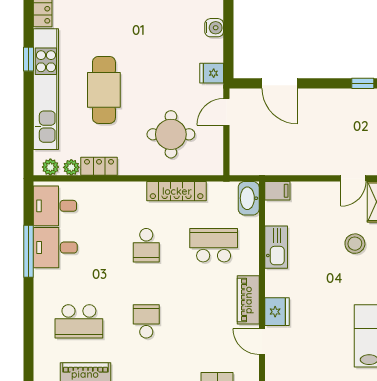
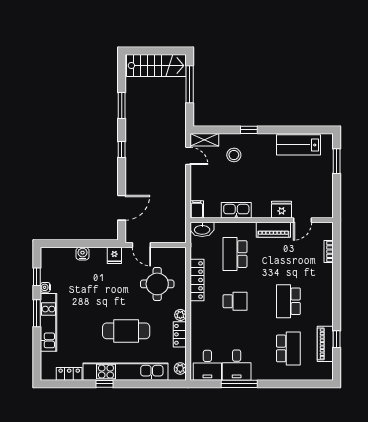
plant: (71, 167) -> (180, 315), moved
school desk: (146, 321) -> (288, 301), width x1.85

